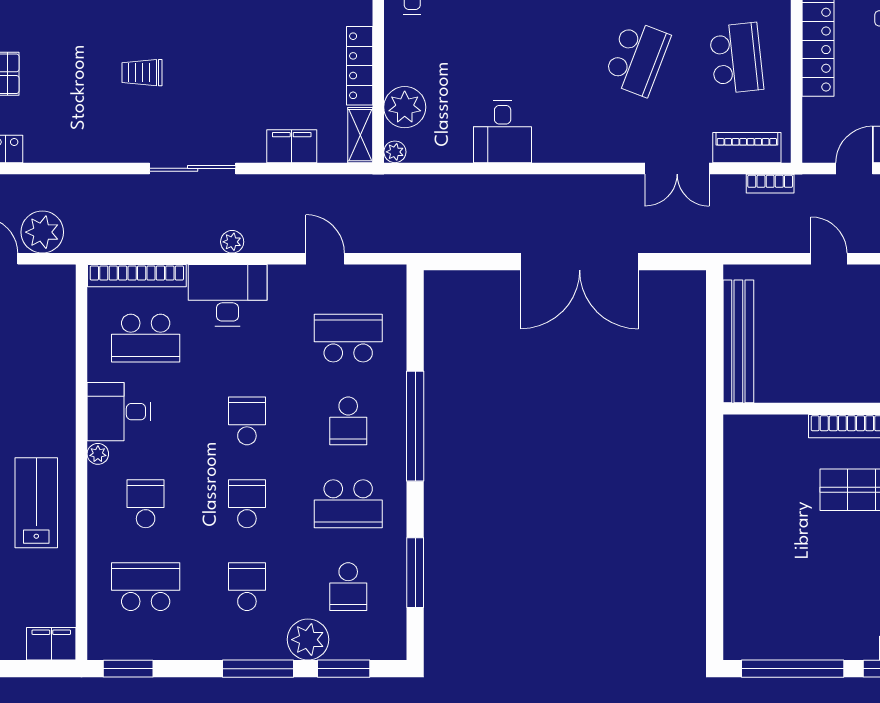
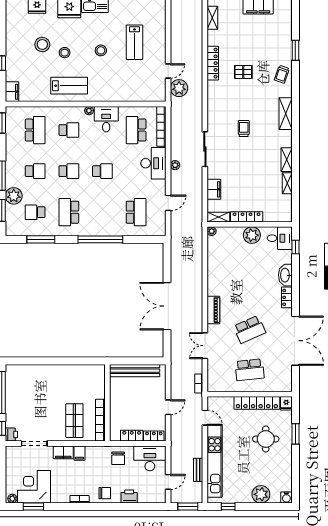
school desk: (637, 58) -> (250, 329), turned -45
plant: (405, 107) -> (252, 235), moved
desk: (503, 132) -> (220, 275), removed
piano: (747, 148) -> (213, 310), moved
school desk: (348, 421) -> (102, 212), removed

